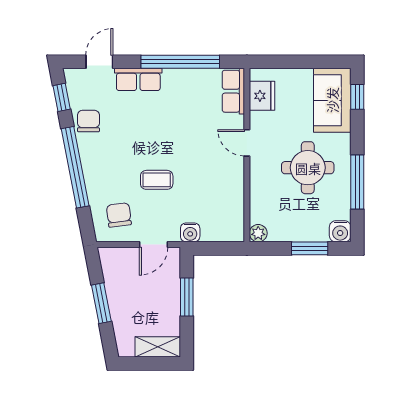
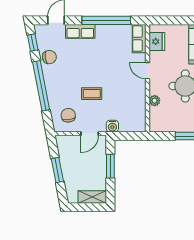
chair: (88, 121) -> (49, 57), turned 80
plant: (258, 233) -> (155, 101), moved

